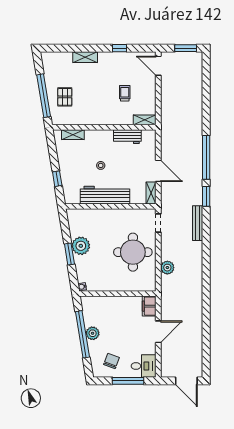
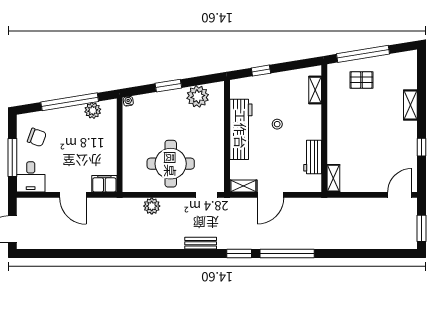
trolley: (125, 93) -> (366, 154), removed
bench: (198, 223) -> (201, 243), width x0.73
plant: (81, 246) -> (198, 96), moved
plant: (93, 333) -> (93, 111), moved

